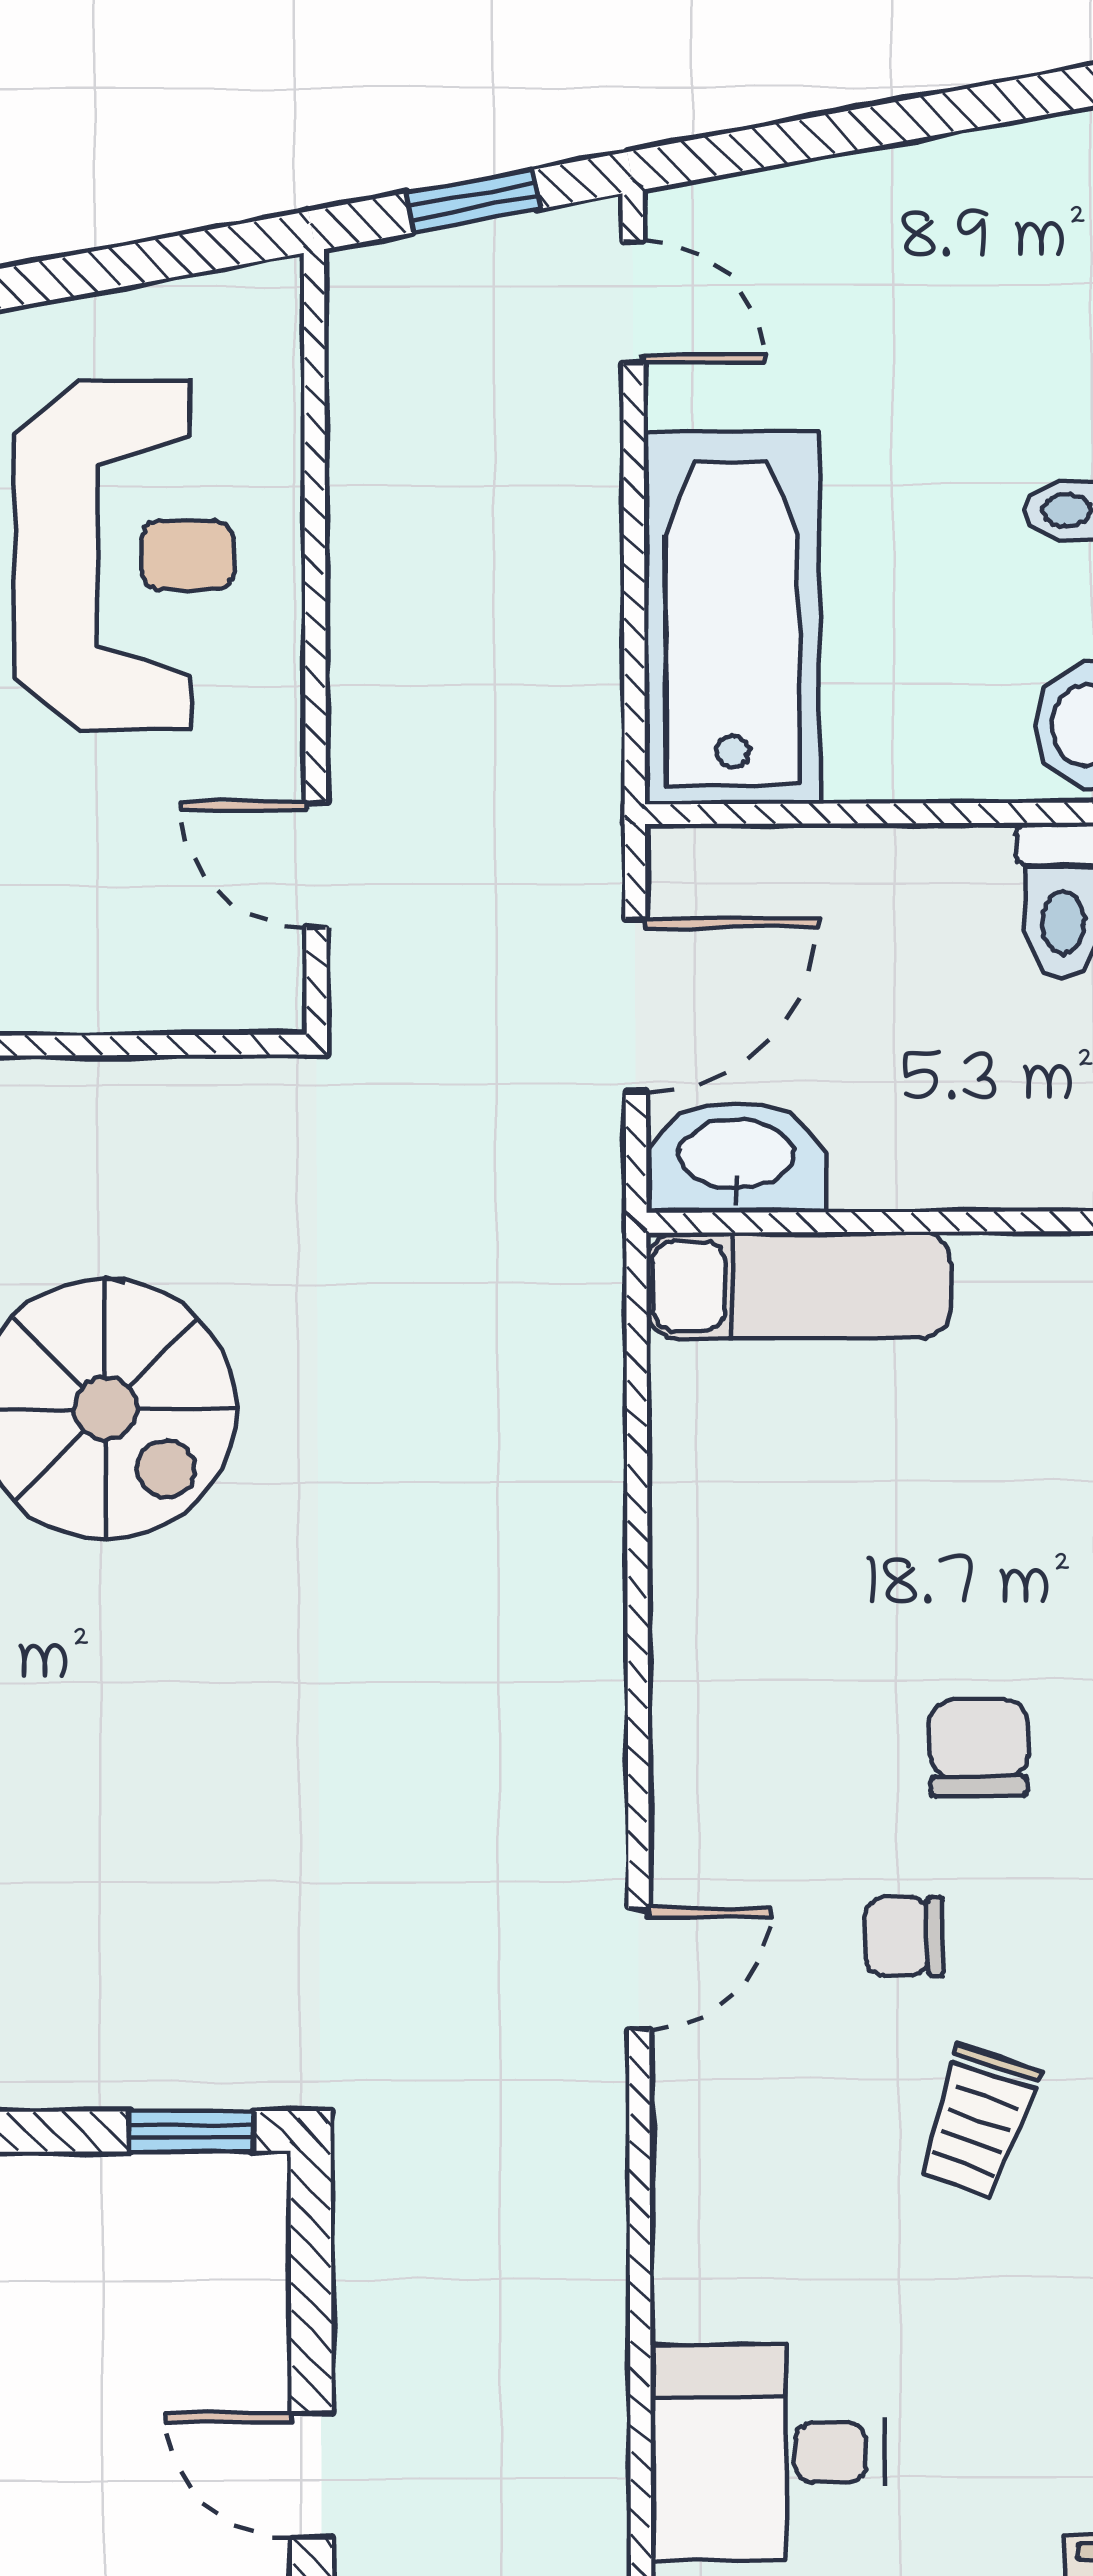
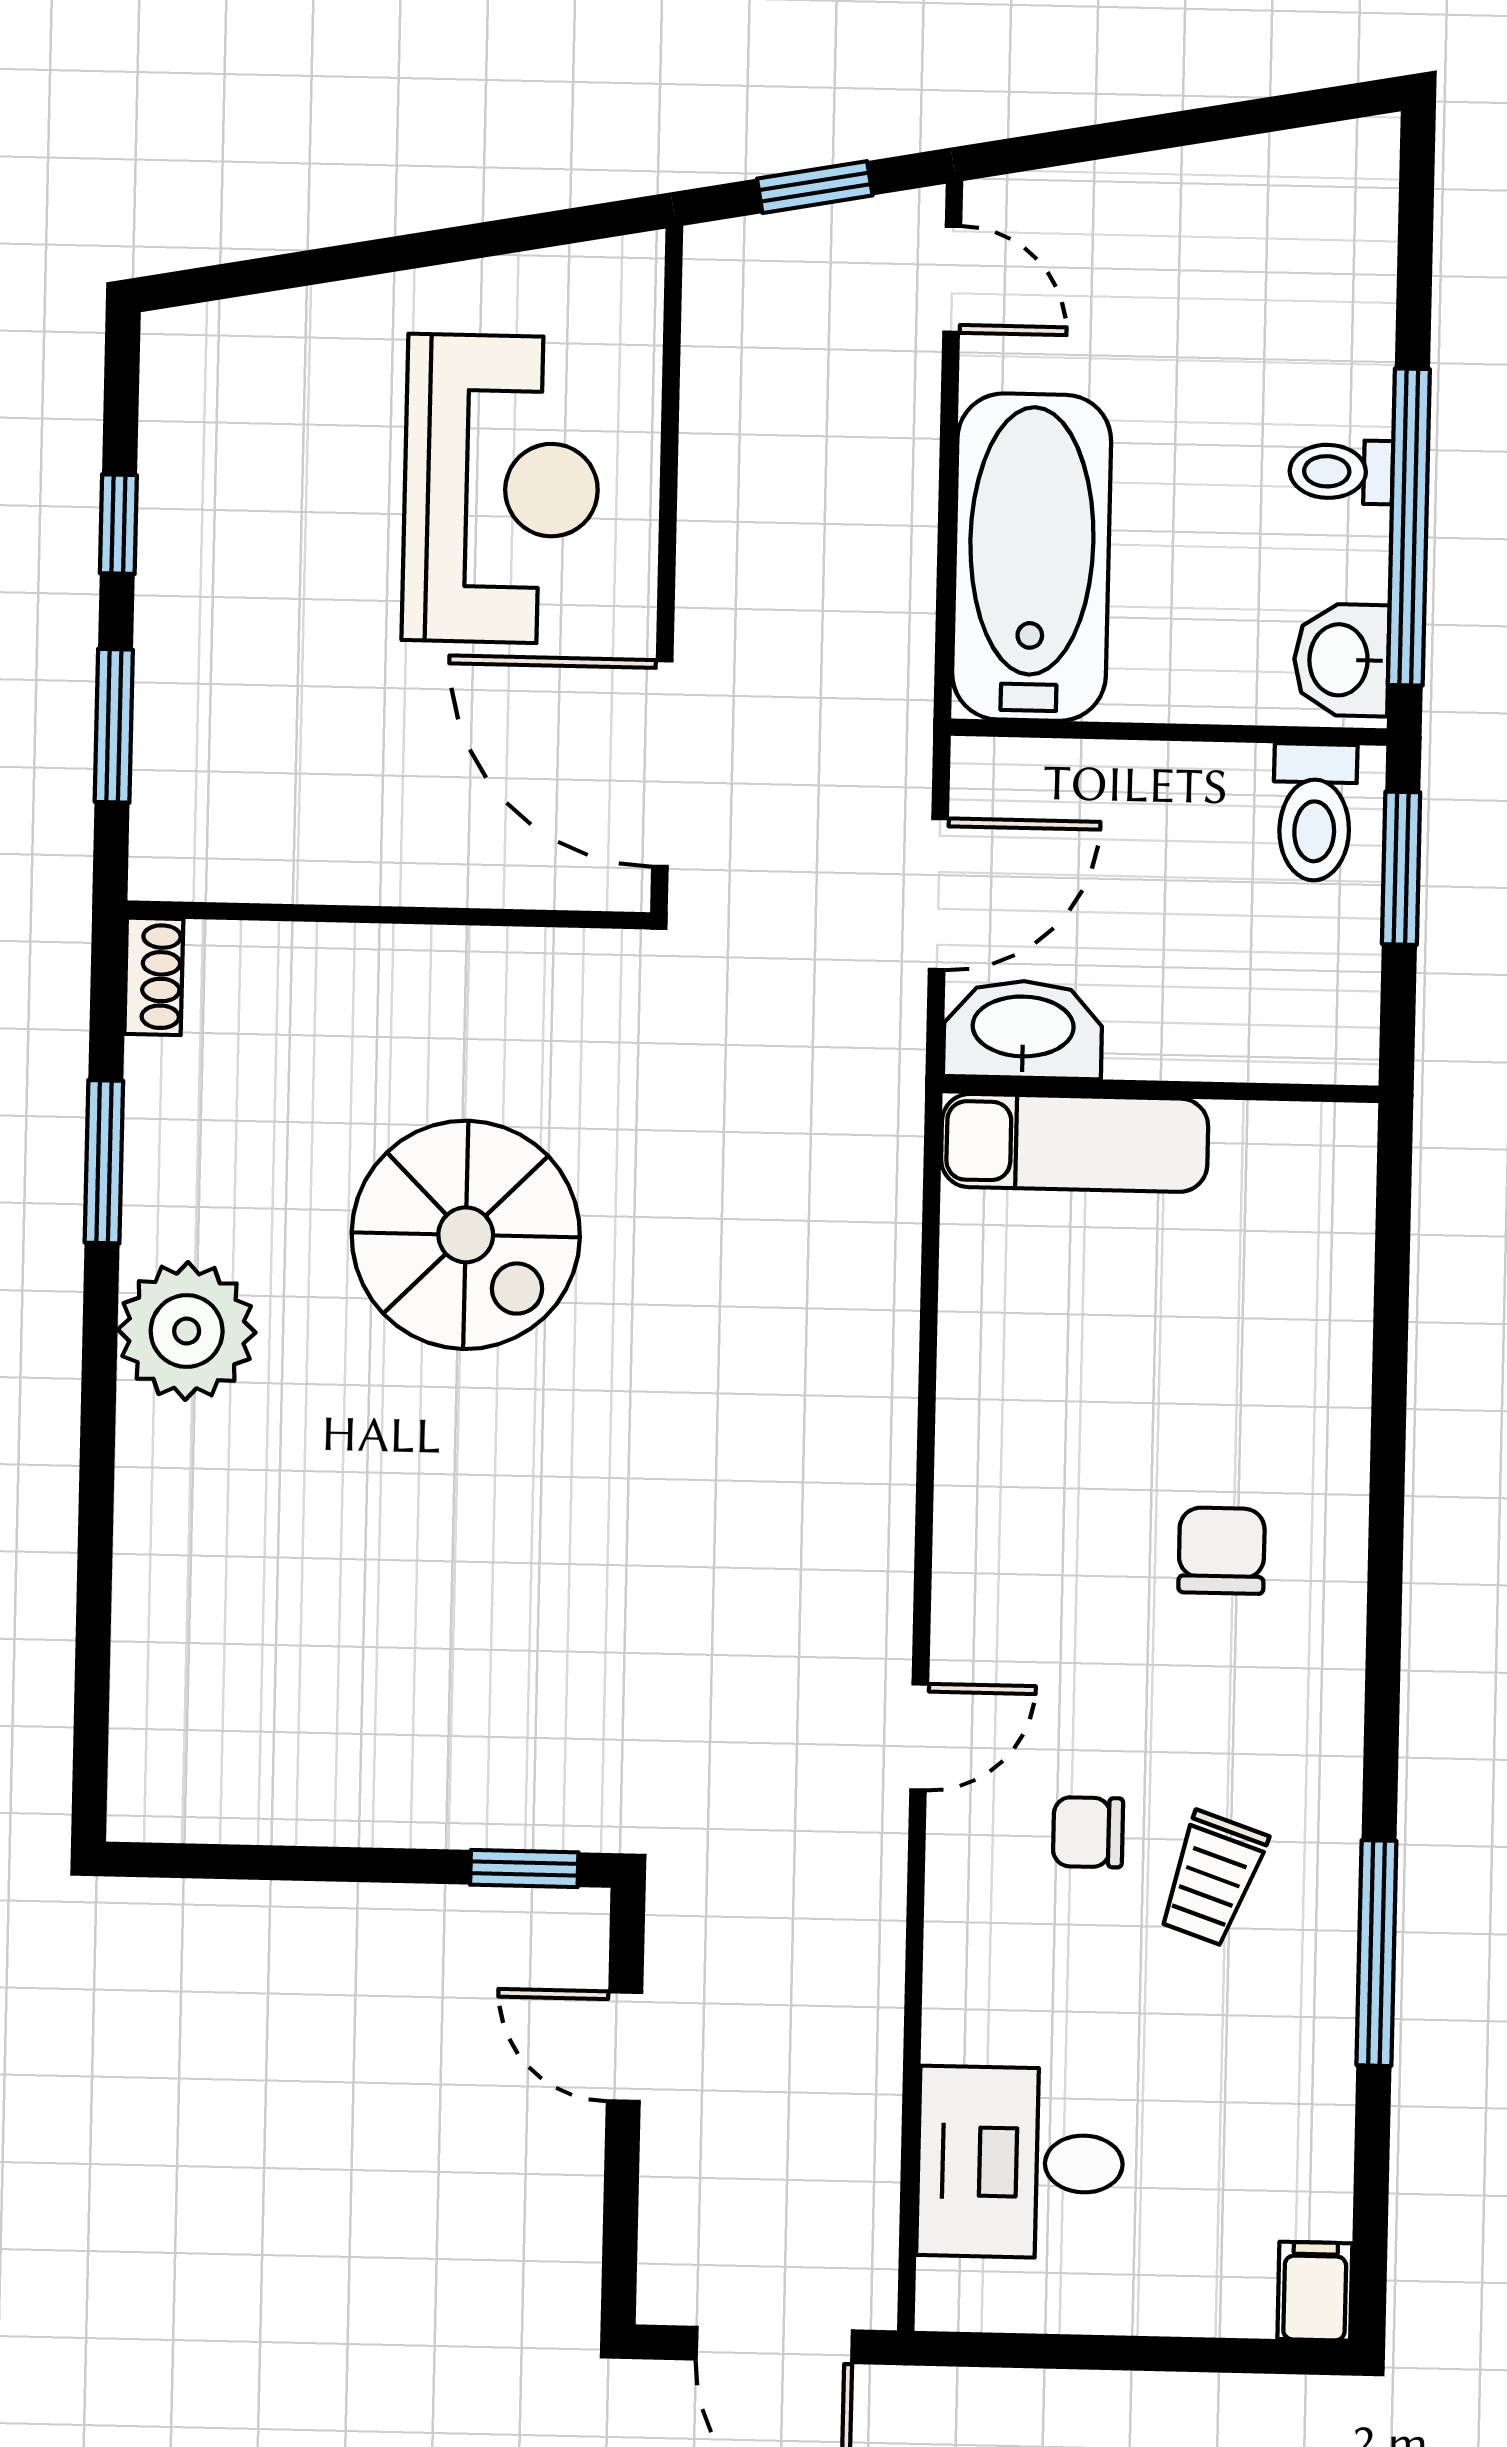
door: (316, 864) -> (662, 764), width x1.88
chair: (904, 1936) -> (1088, 1832), moved
door: (312, 2476) -> (624, 2047), moved

